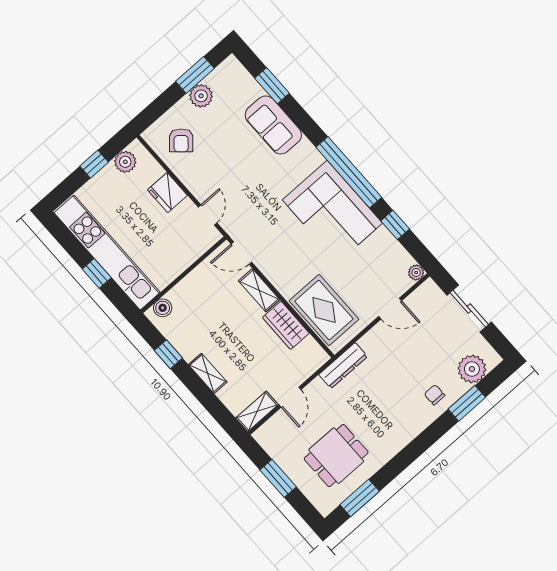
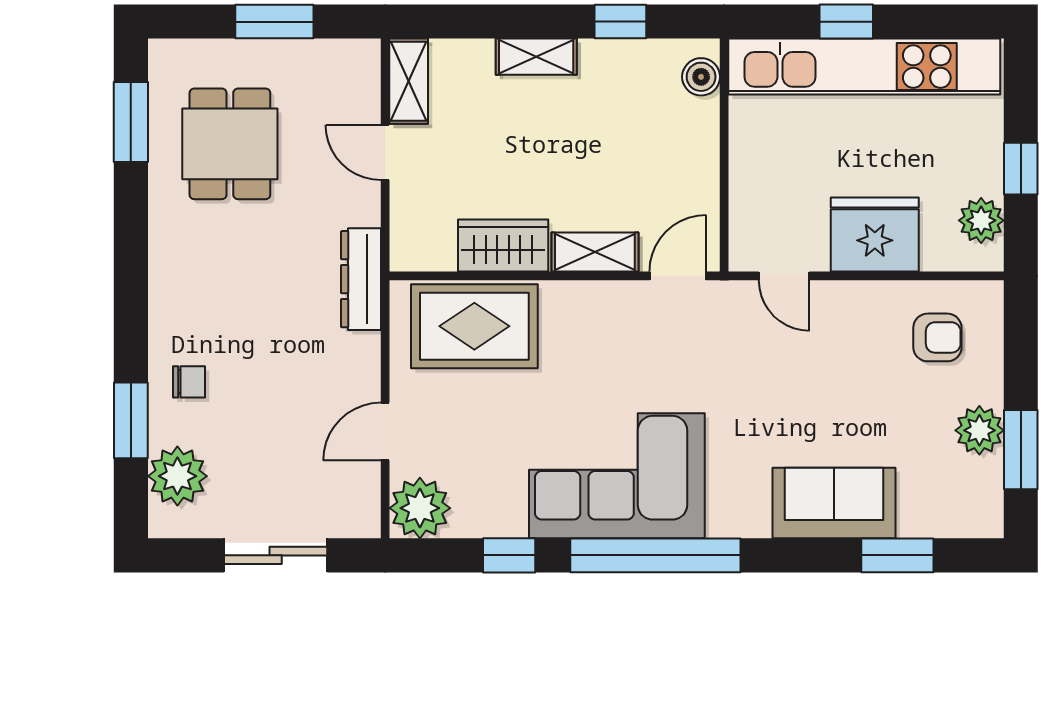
armchair: (181, 140) -> (937, 337), turned 139
fridge: (167, 193) -> (875, 234), width x1.36, depth x1.34
plant: (416, 272) -> (420, 508), width x1.87, depth x1.87

